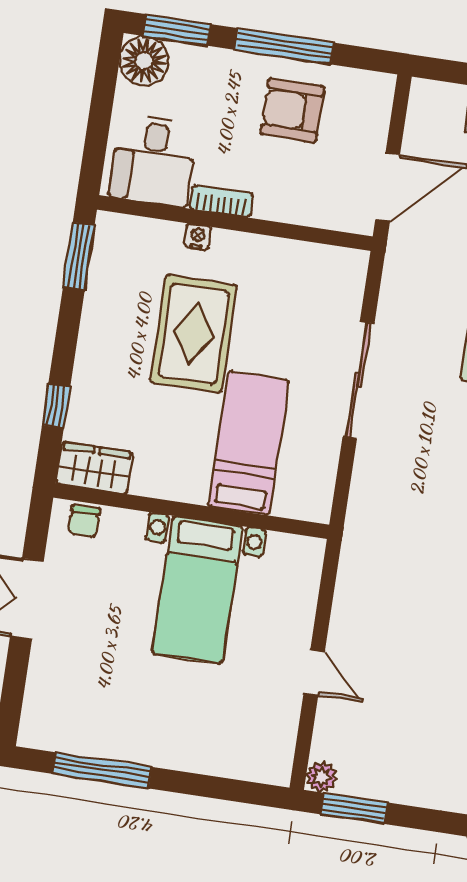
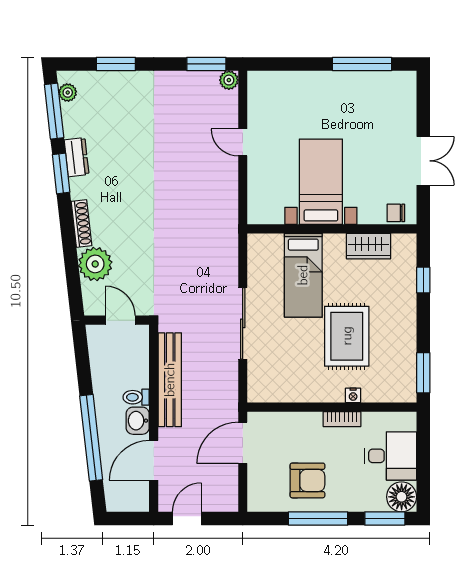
desk: (154, 160) -> (390, 456), moved, turned 90
wardrobe: (94, 468) -> (368, 246), moved
chair: (84, 521) -> (396, 213), turned -90

